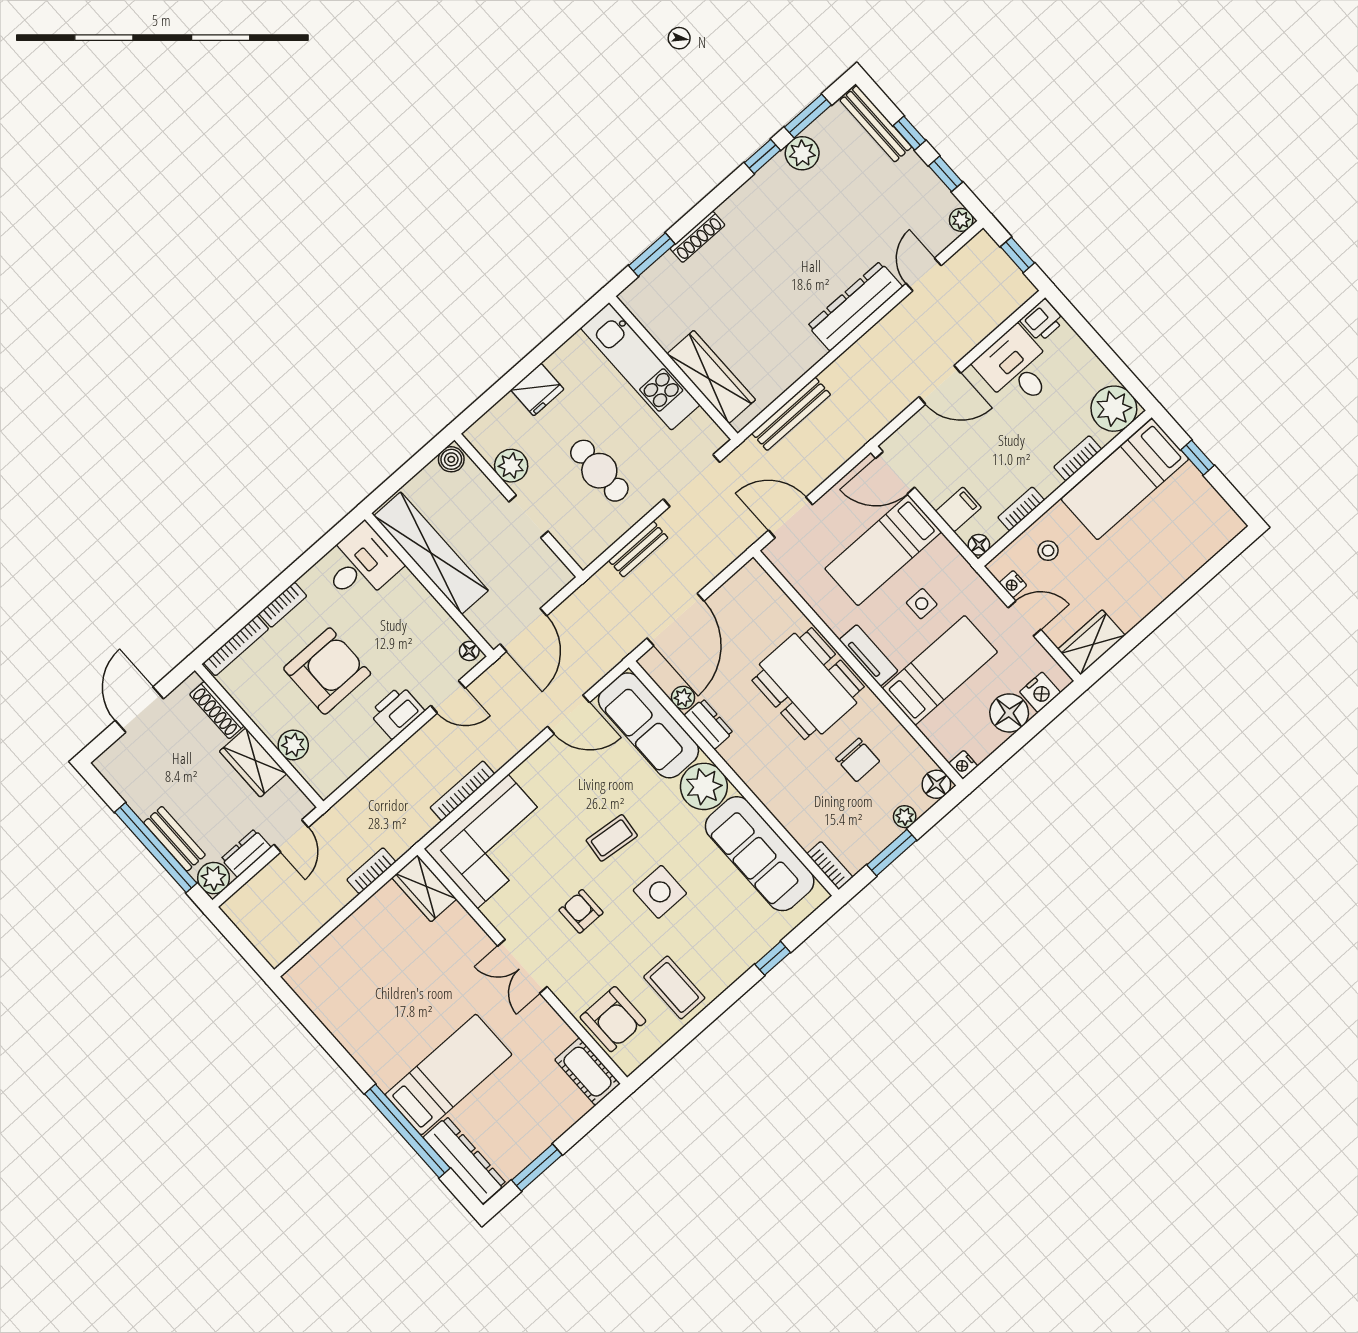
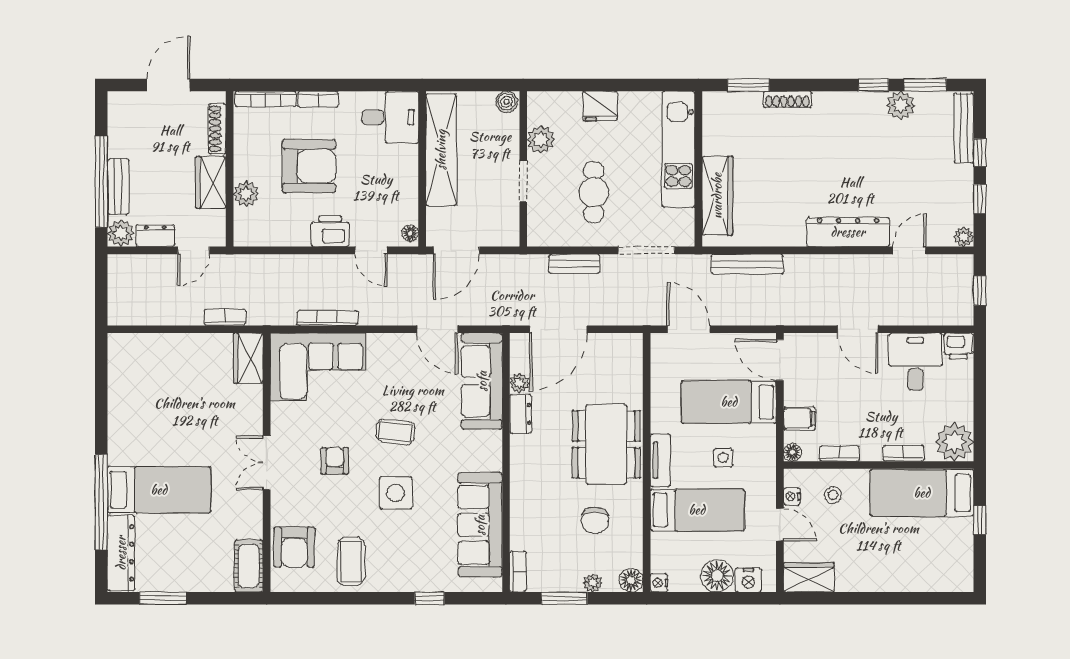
plant: (704, 786) -> (483, 451), removed

